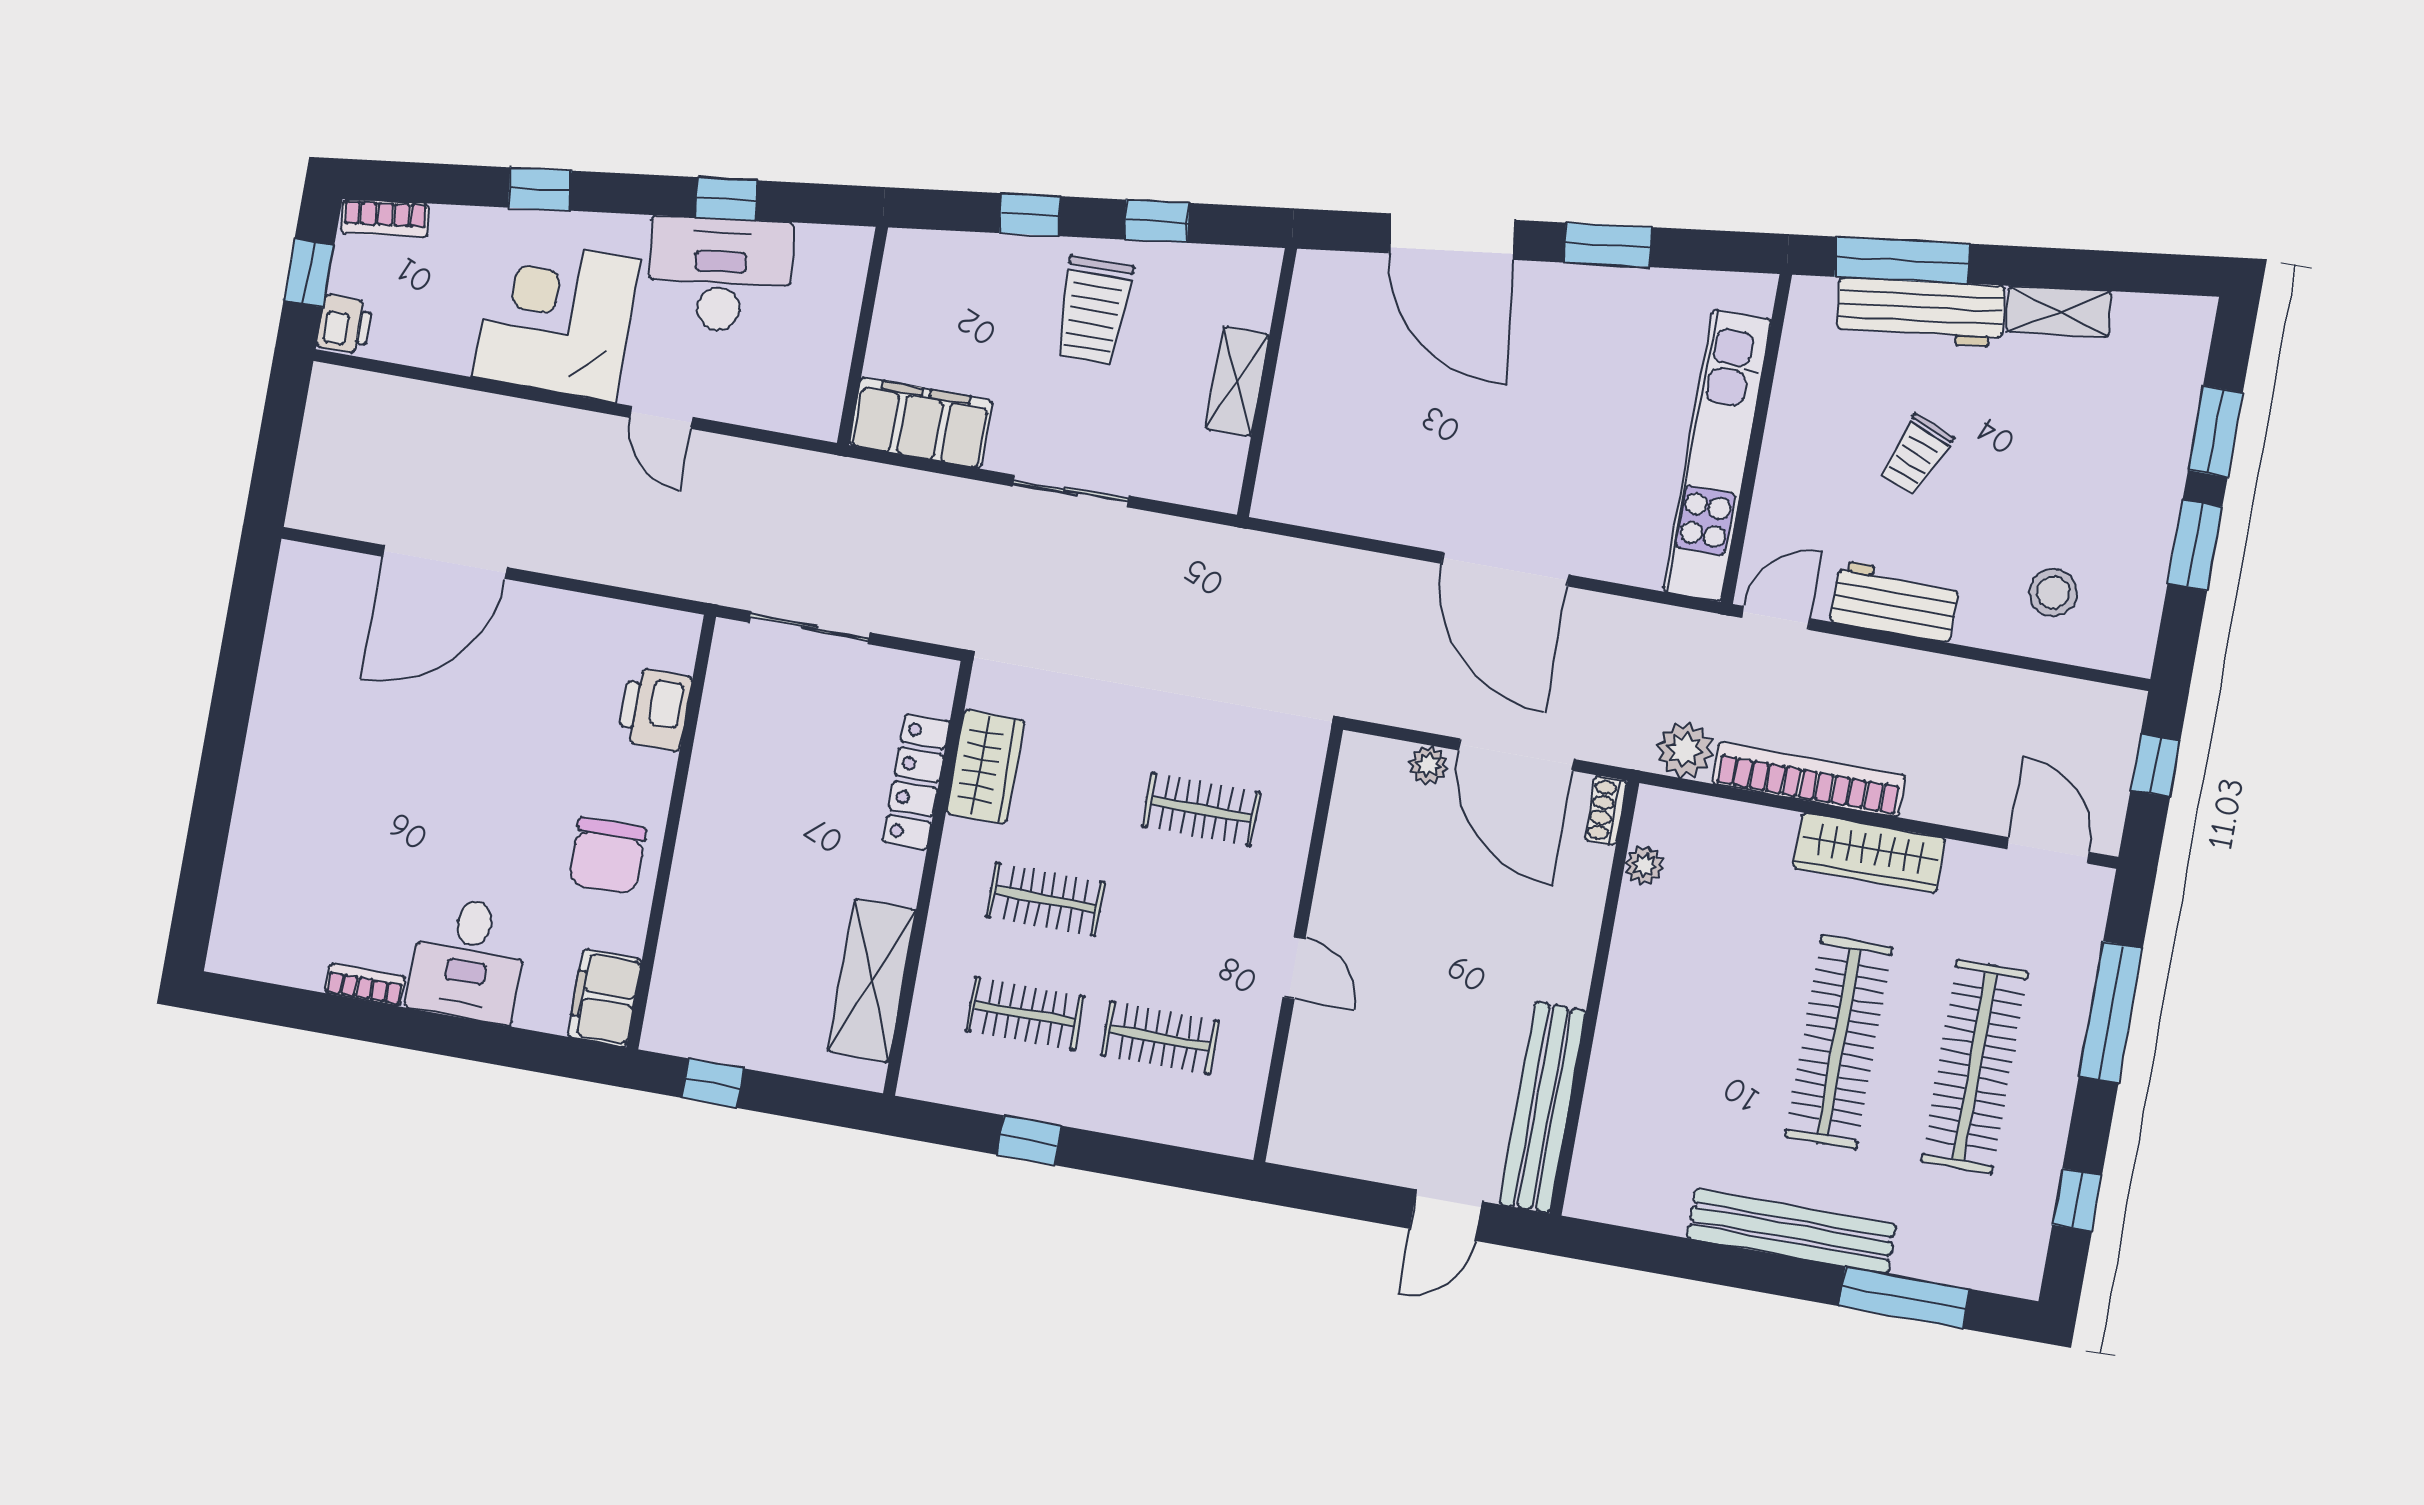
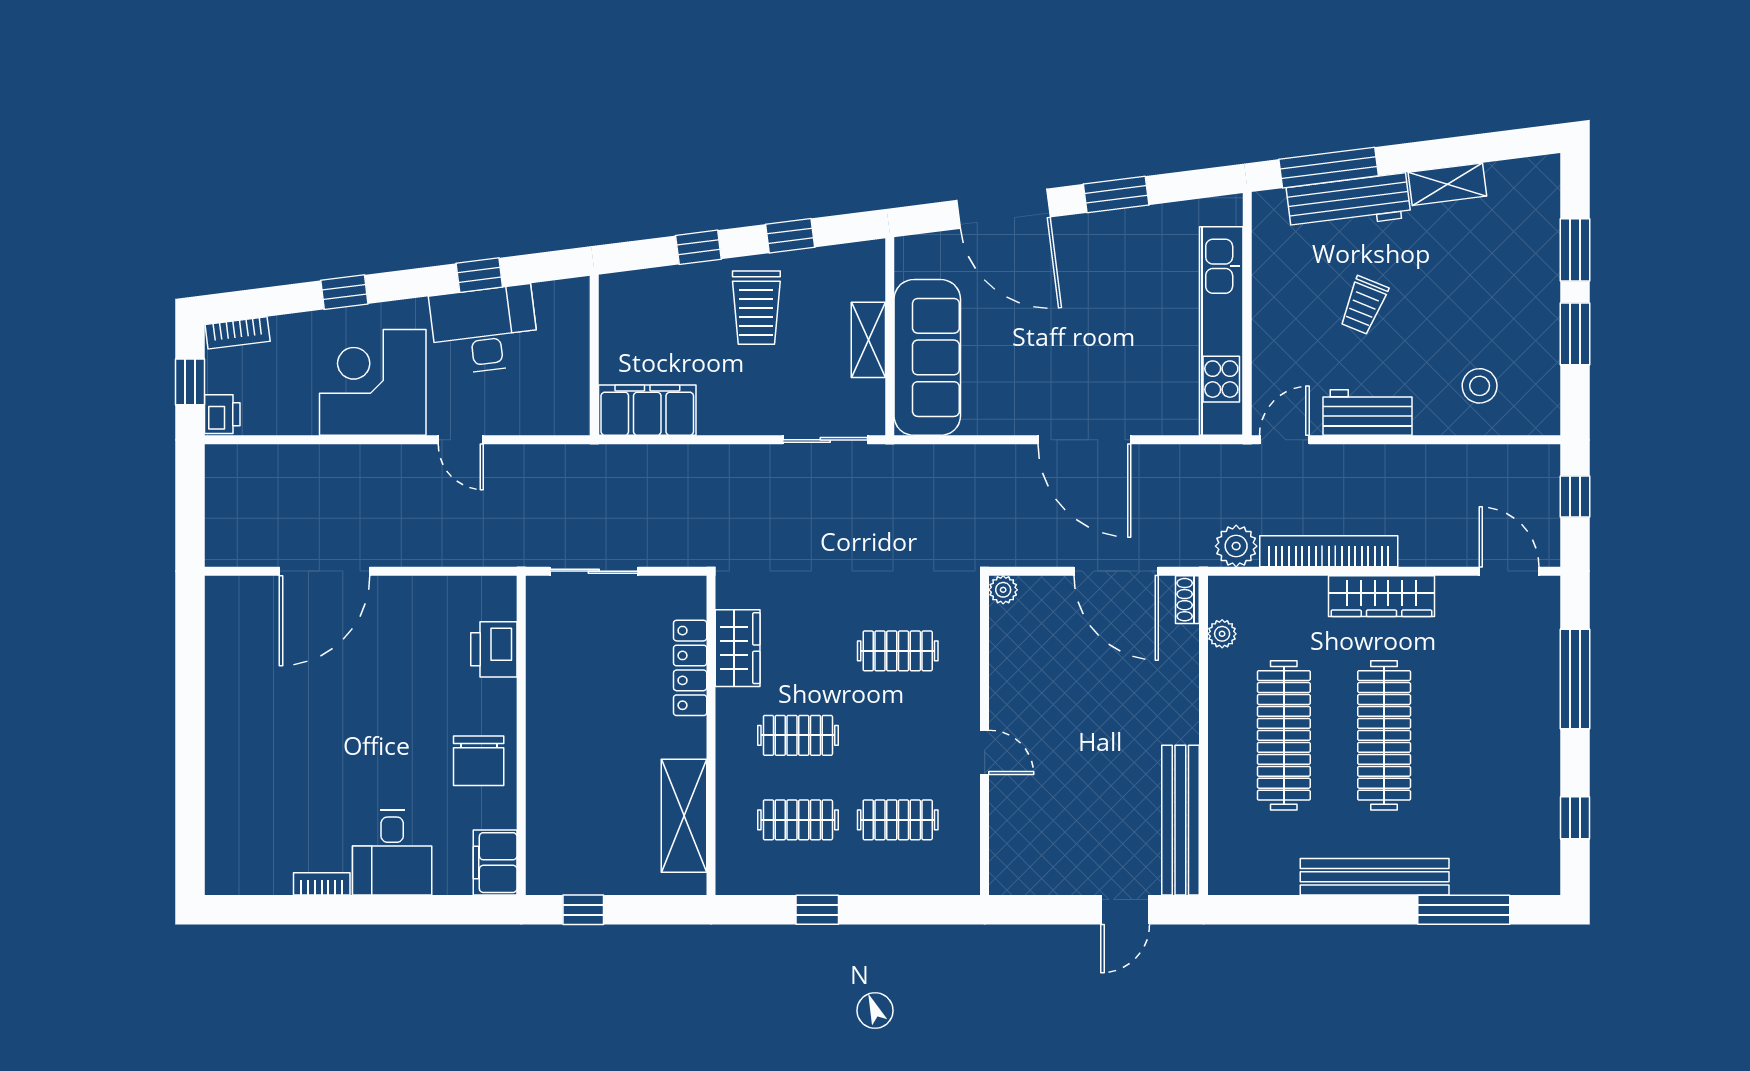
sofa: (1313, 419) -> (927, 357), added
sliding door: (1071, 491) -> (825, 440), moved
plant: (1429, 765) -> (1003, 590), moved
clothes rail: (1975, 1067) -> (1284, 735), moved

